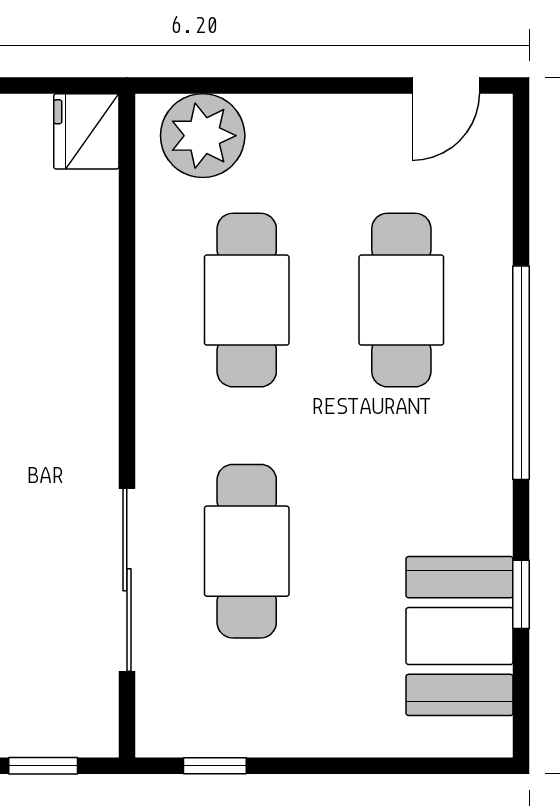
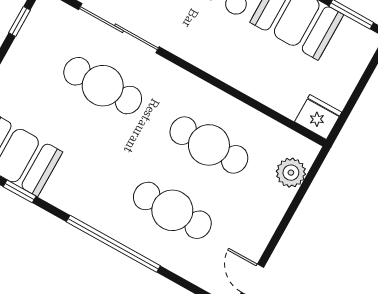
plant: (203, 136) -> (291, 173), width x0.73, depth x0.73

